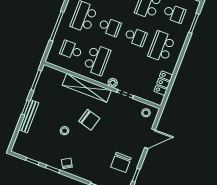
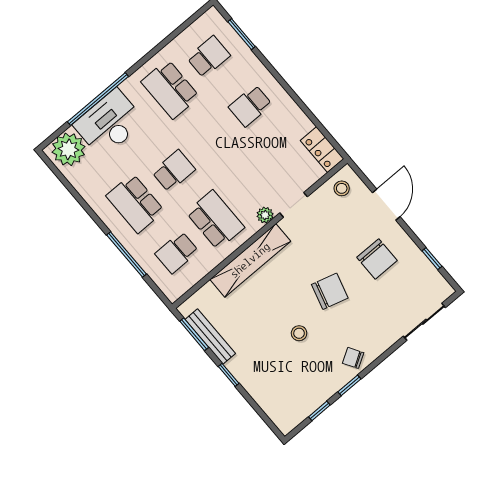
school desk: (136, 37) -> (212, 138), removed
school desk: (162, 47) -> (250, 106), width x0.54
locker: (163, 83) -> (322, 150), moved
bench: (29, 116) -> (210, 336), moved
chair: (89, 120) -> (330, 291), moved
chair: (121, 162) -> (377, 259), moved

